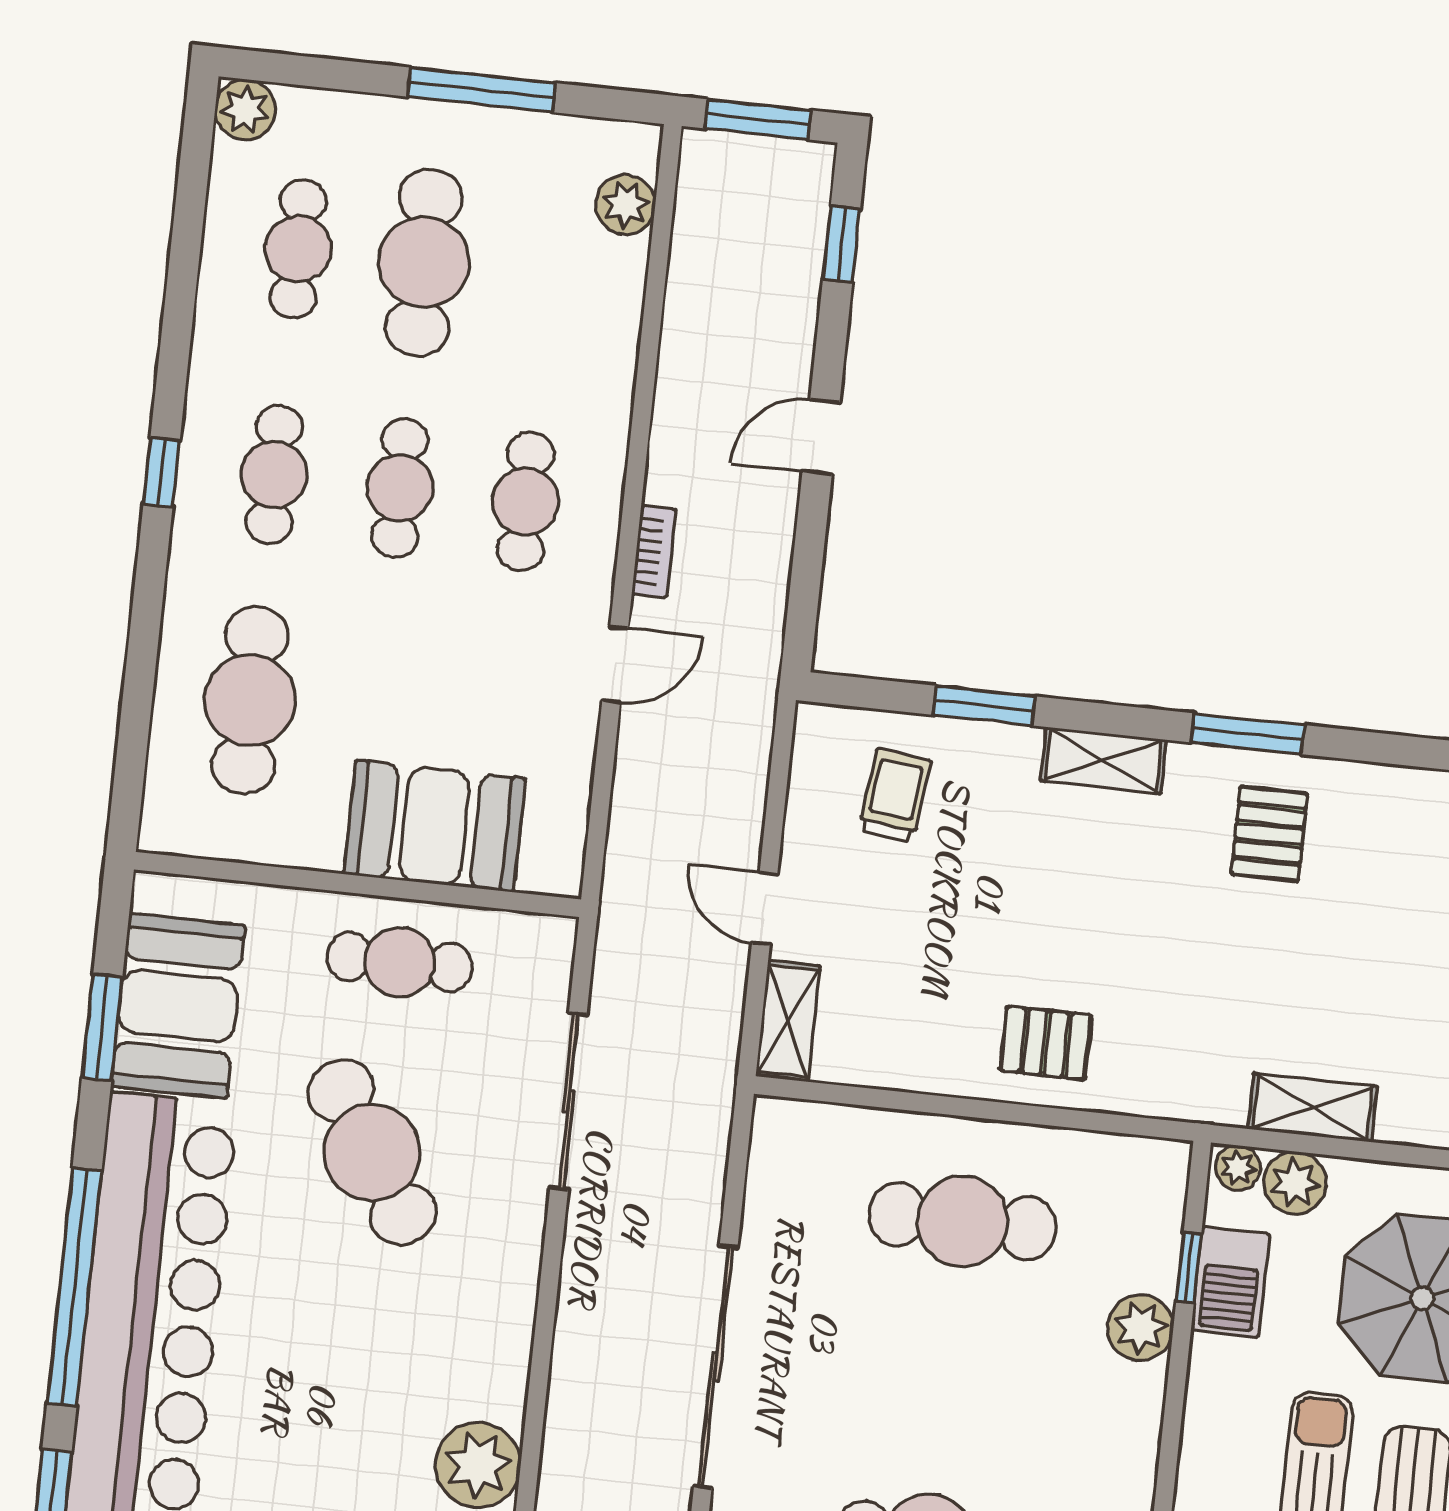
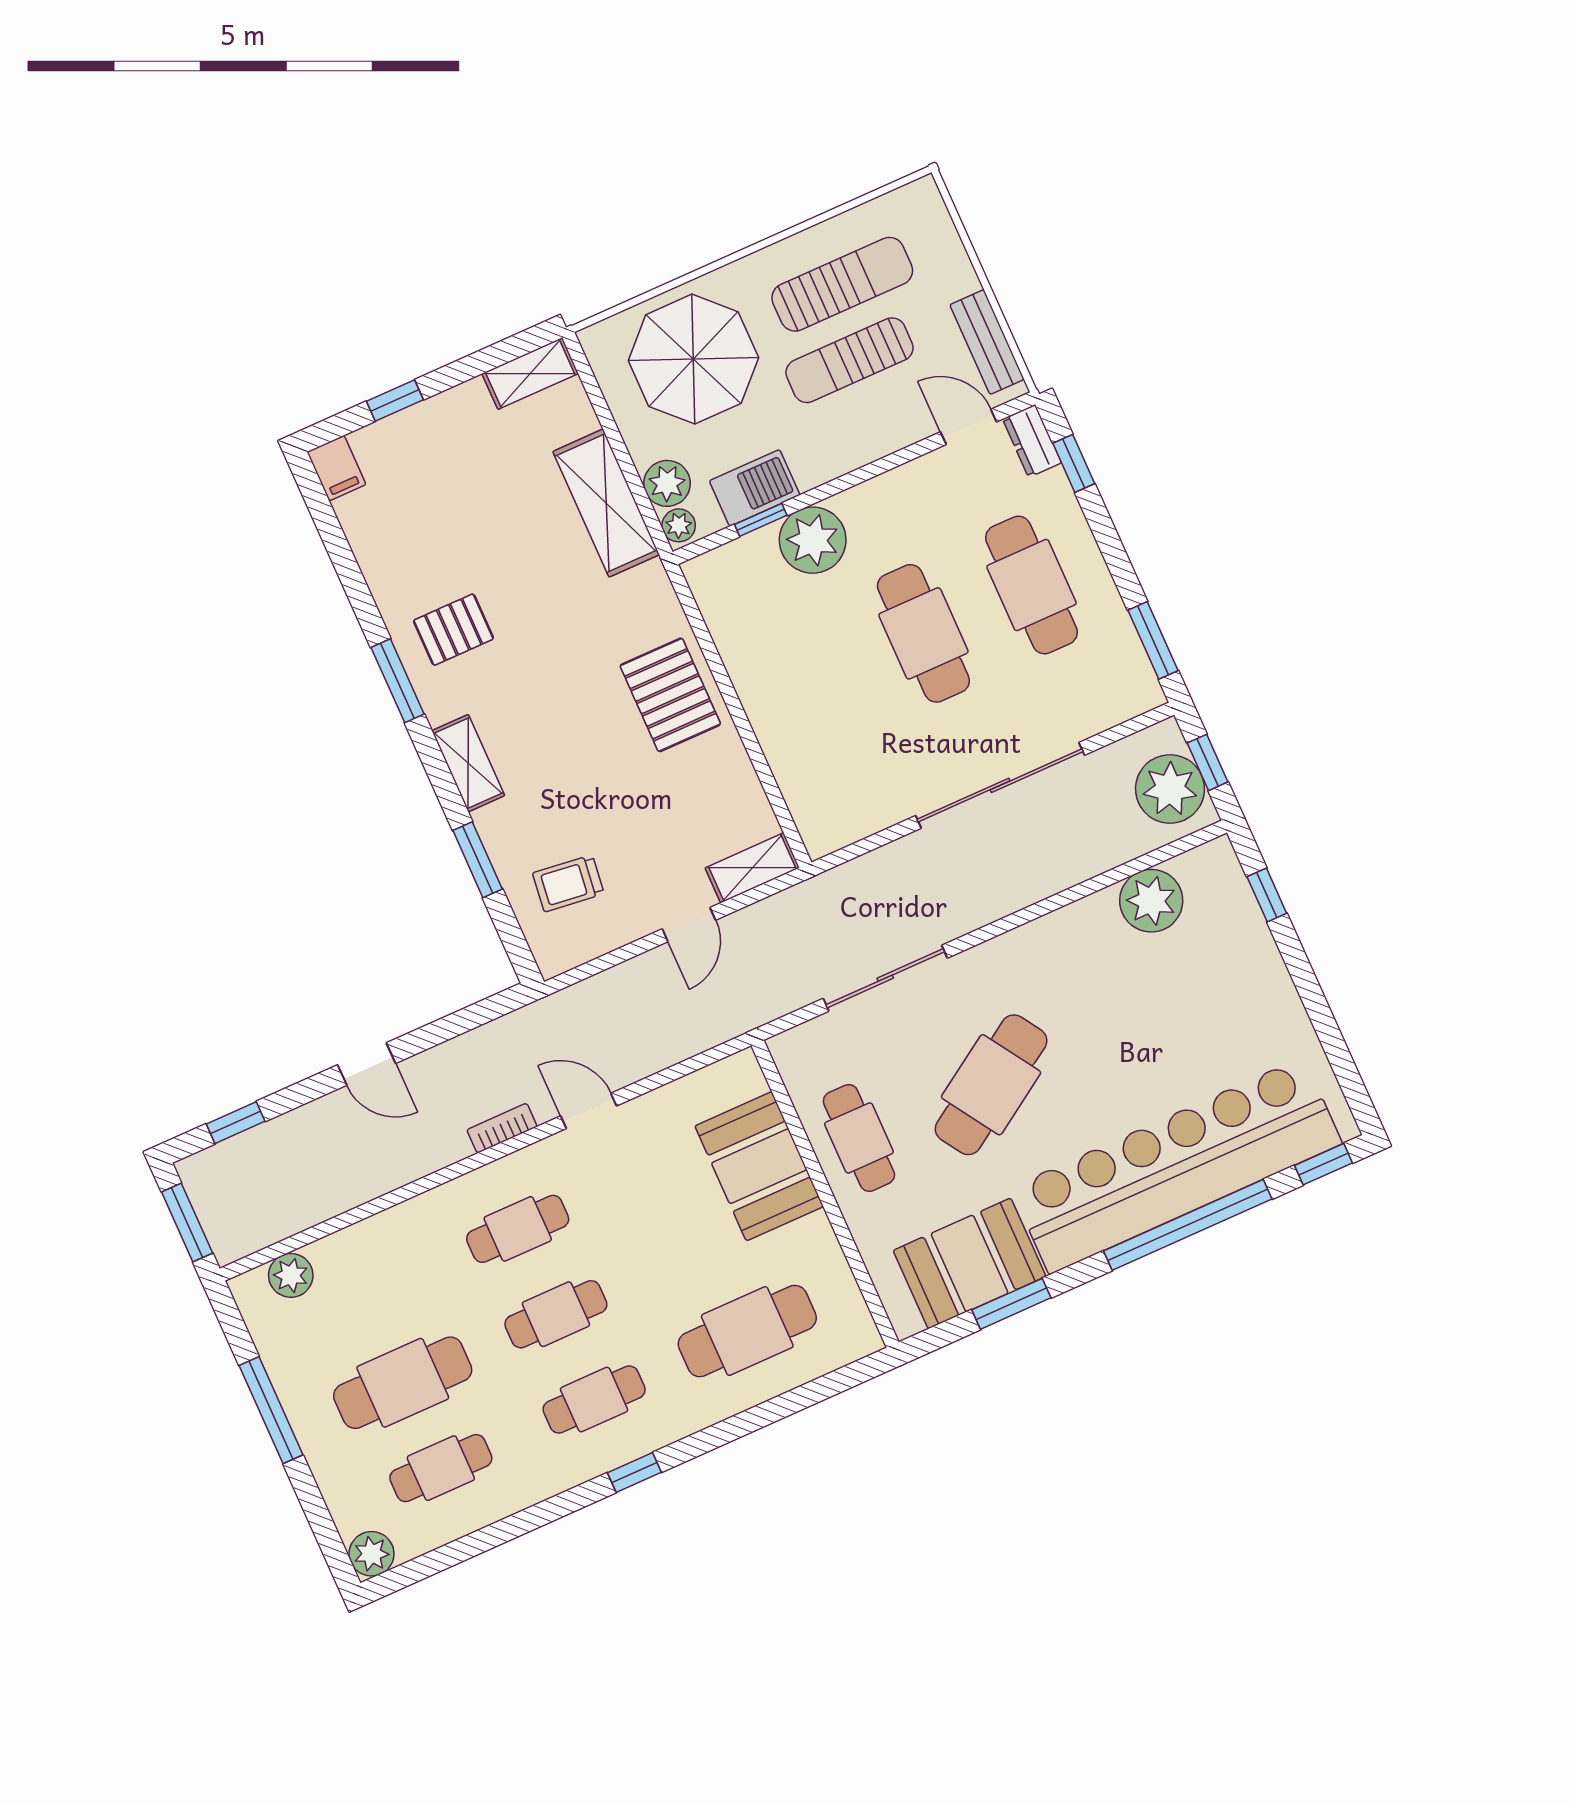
pallet: (1046, 1043) -> (670, 695), width x1.50, depth x1.42
shelving: (1312, 1108) -> (606, 503), width x1.50, depth x1.33
cafe table: (962, 1221) -> (923, 633), moved
plant: (1140, 1328) -> (813, 540), width x1.36, depth x1.36

